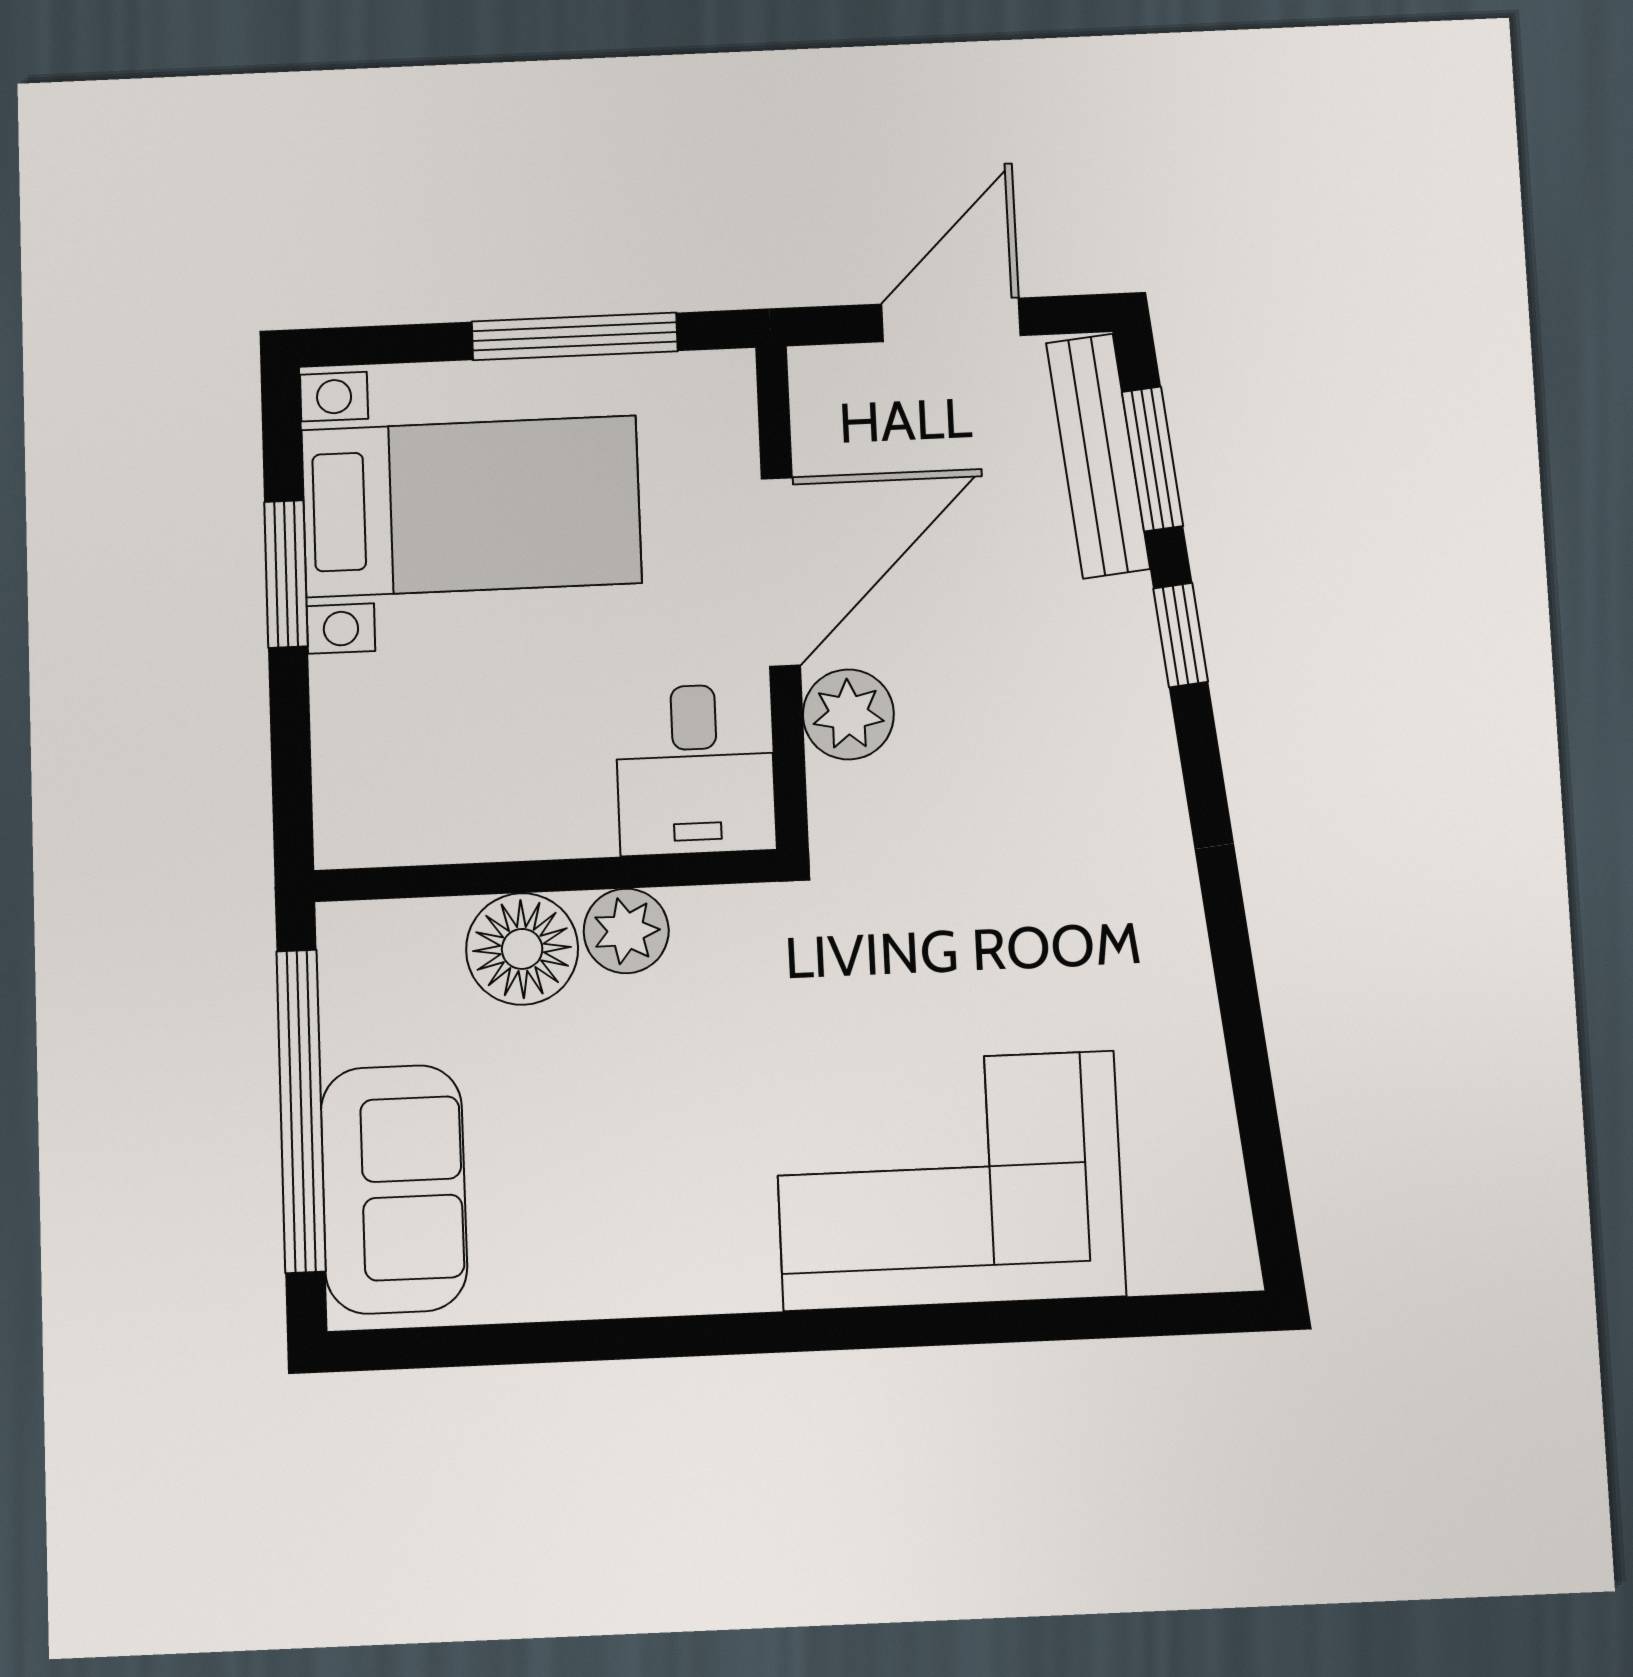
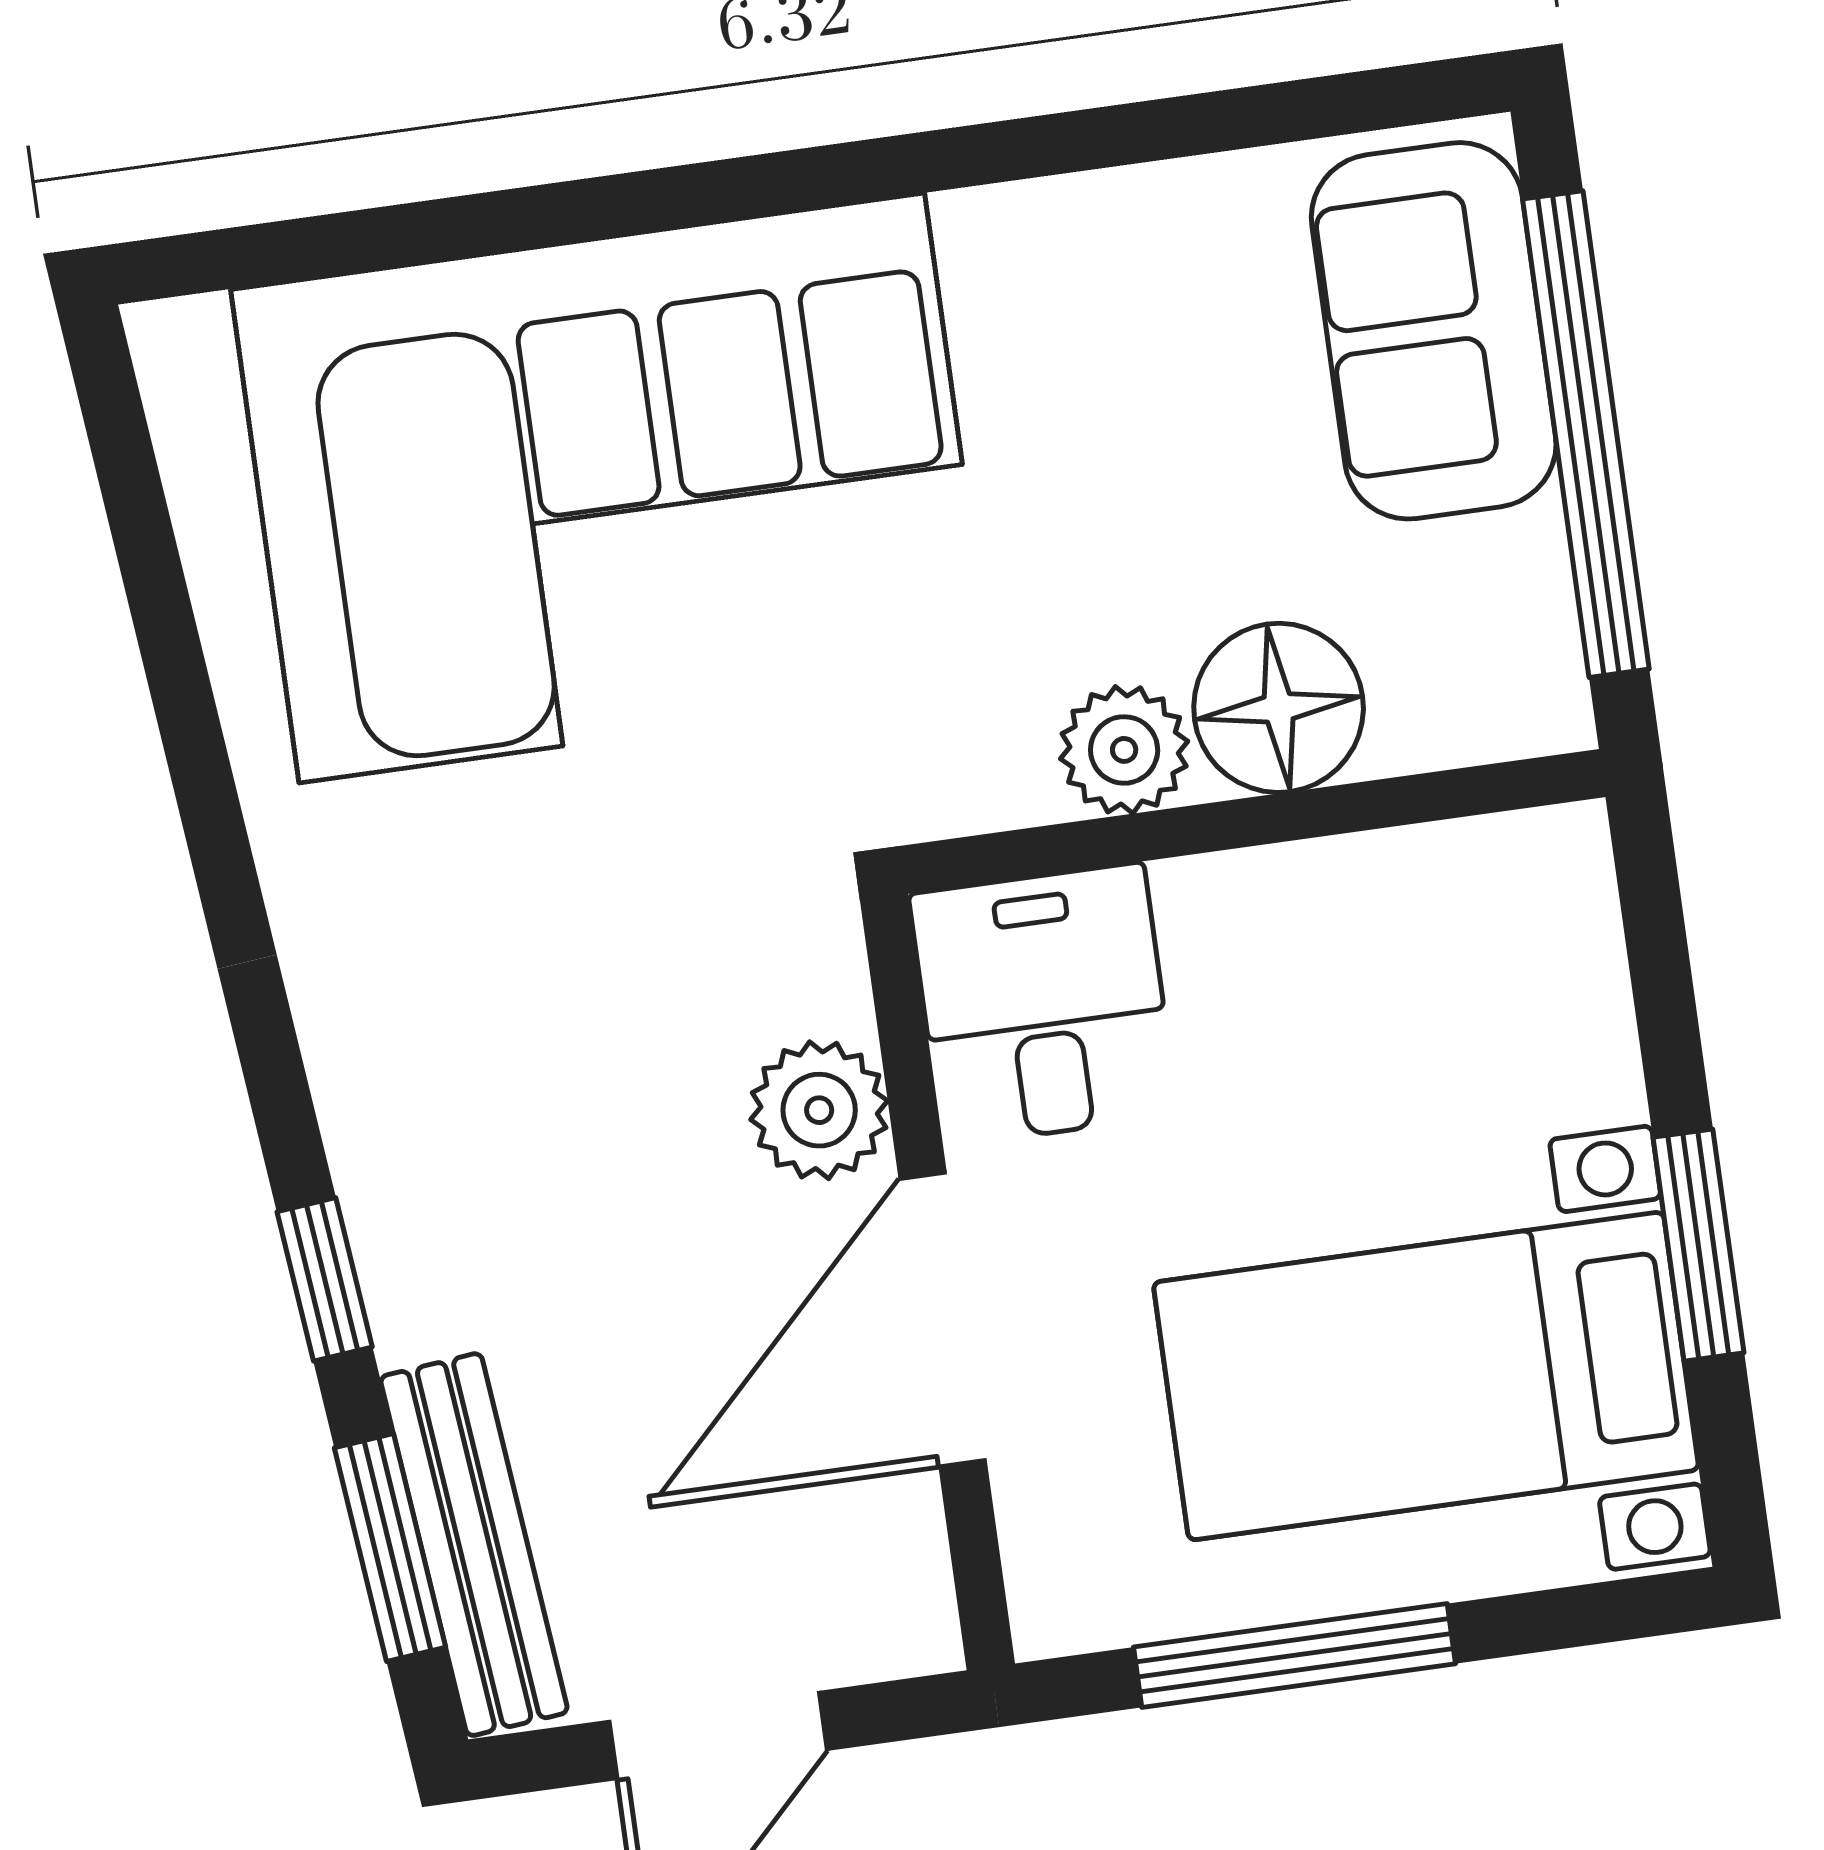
corner sofa: (949, 1180) -> (612, 488), width x1.36, depth x1.36

